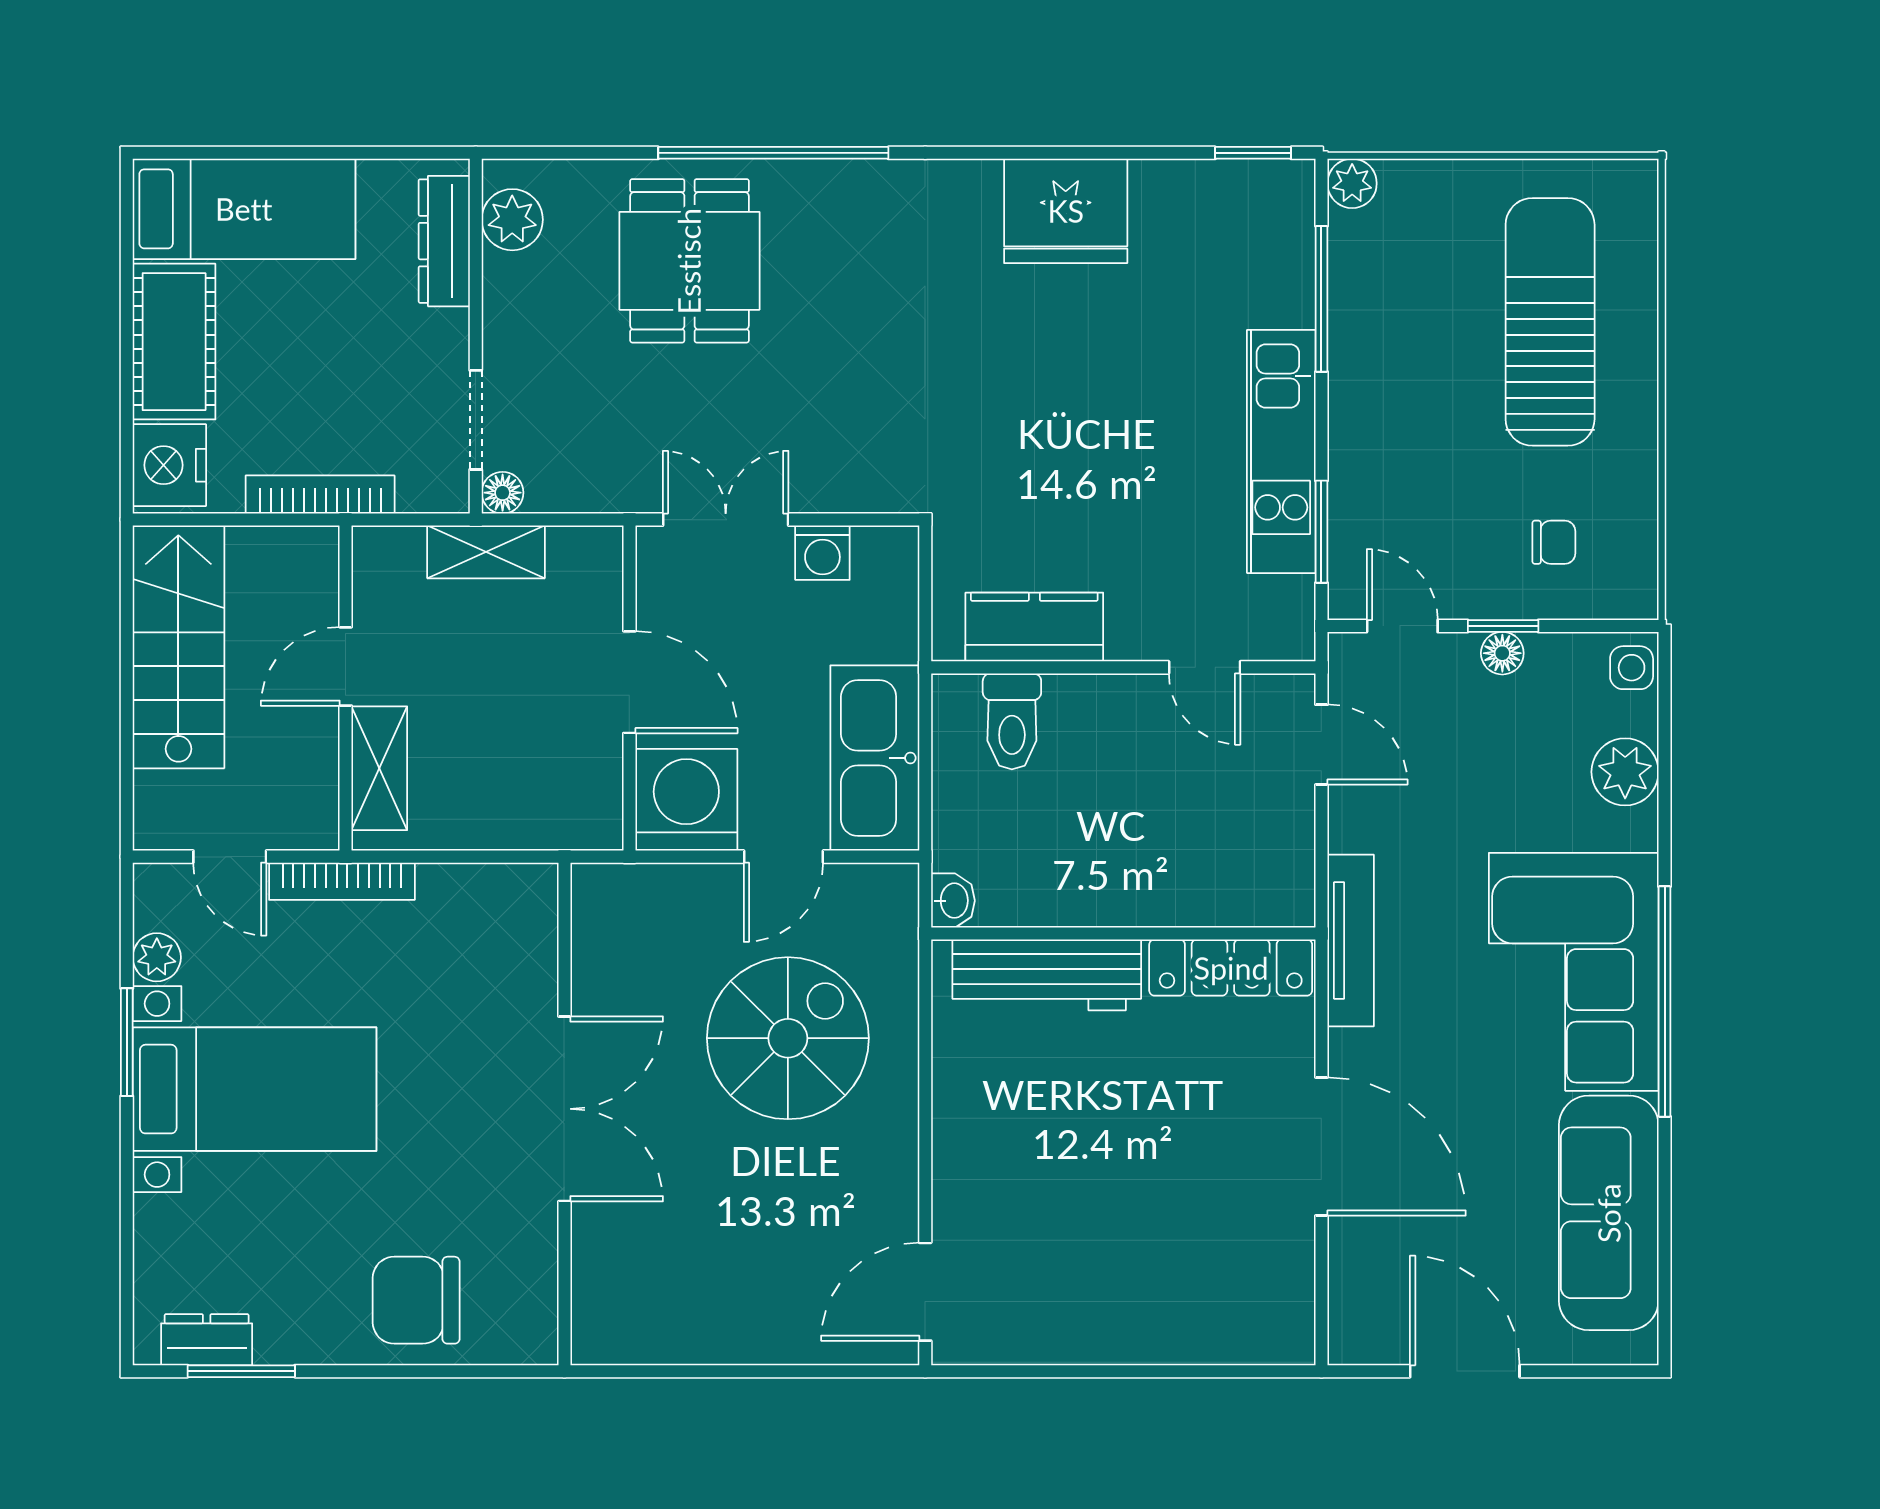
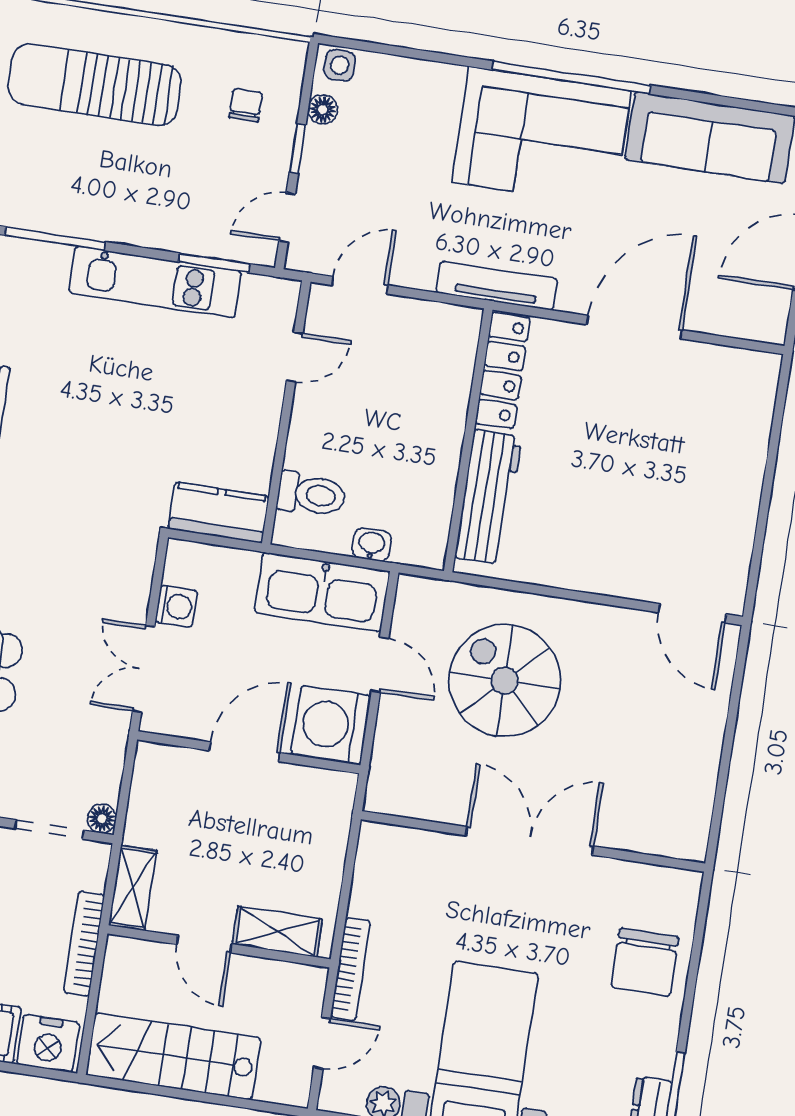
shelving: (486, 552) -> (133, 888), moved
kitchen counter: (1034, 627) -> (219, 513), moved, turned 90
floor lamp: (1502, 653) -> (323, 110), moved
plant: (1625, 772) -> (410, 80), removed
washbasin: (953, 901) -> (371, 545), moved

